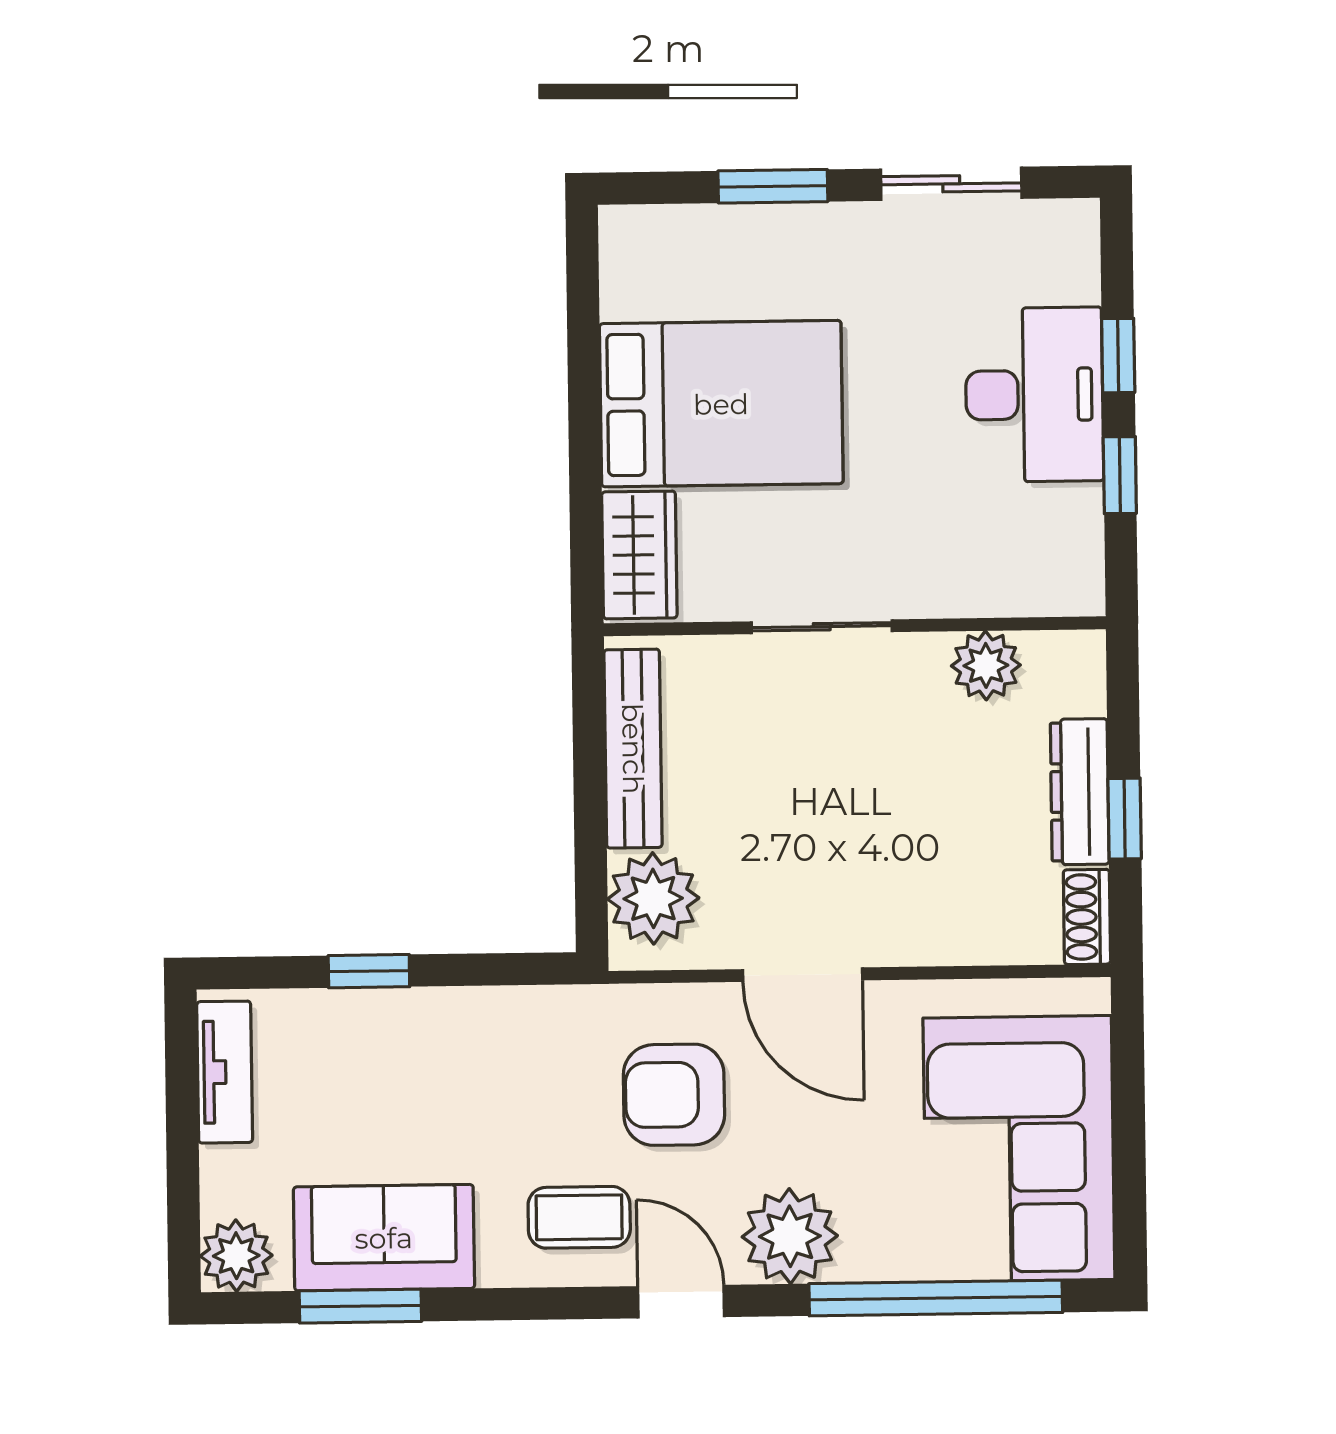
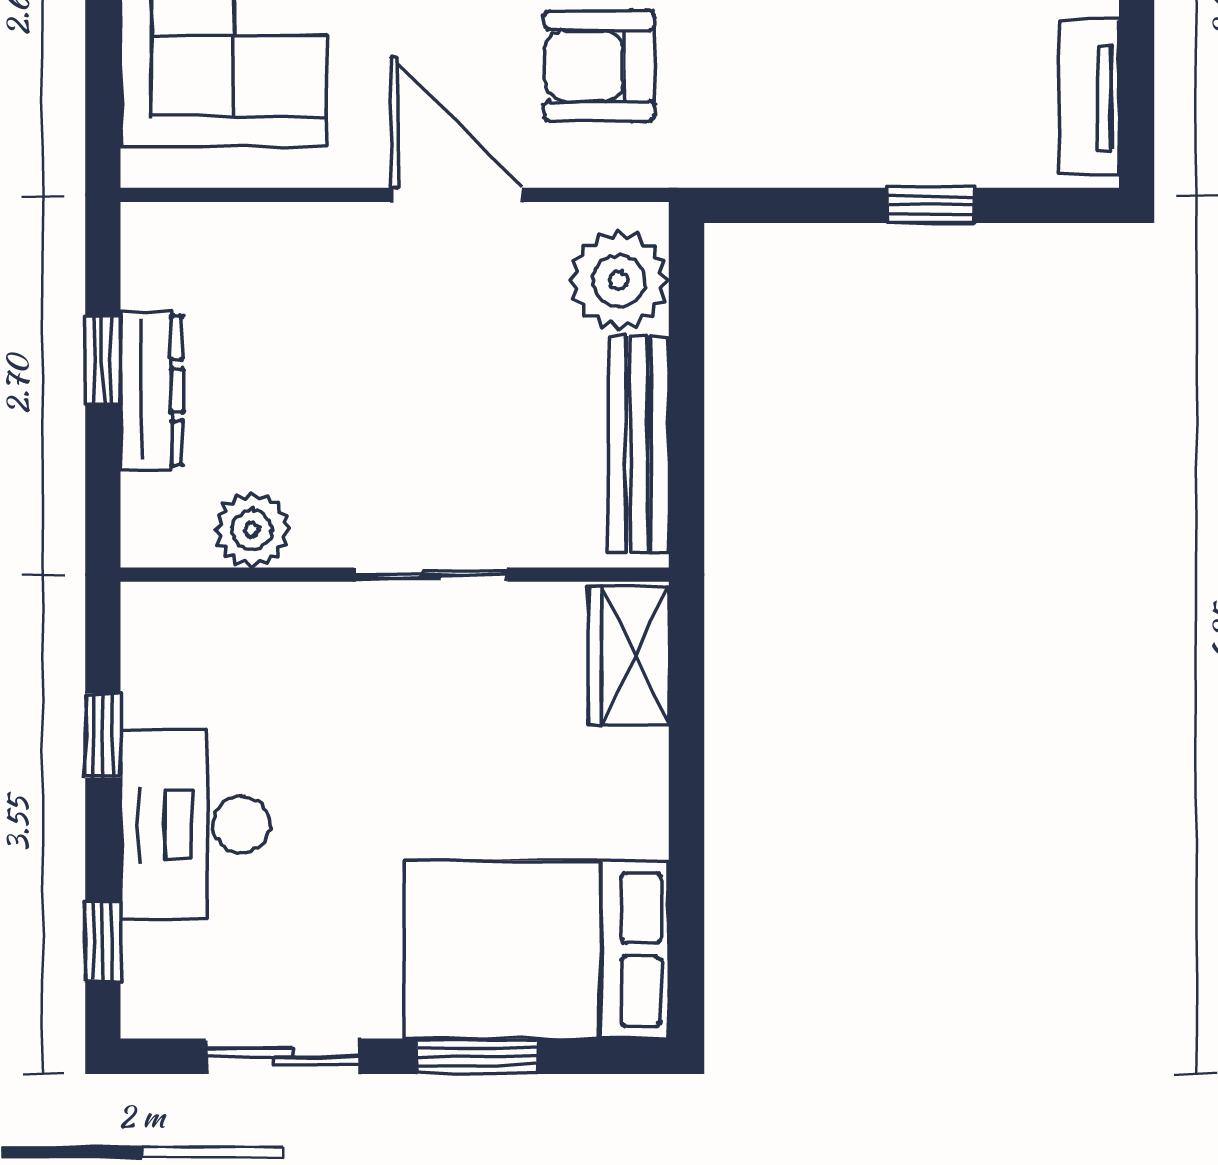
window: (1118, 356) -> (103, 941), moved
bed: (721, 404) -> (537, 950), moved
shoe rack: (1087, 917) -> (146, 254), removed
armchair: (674, 1095) -> (599, 66), turned 180

